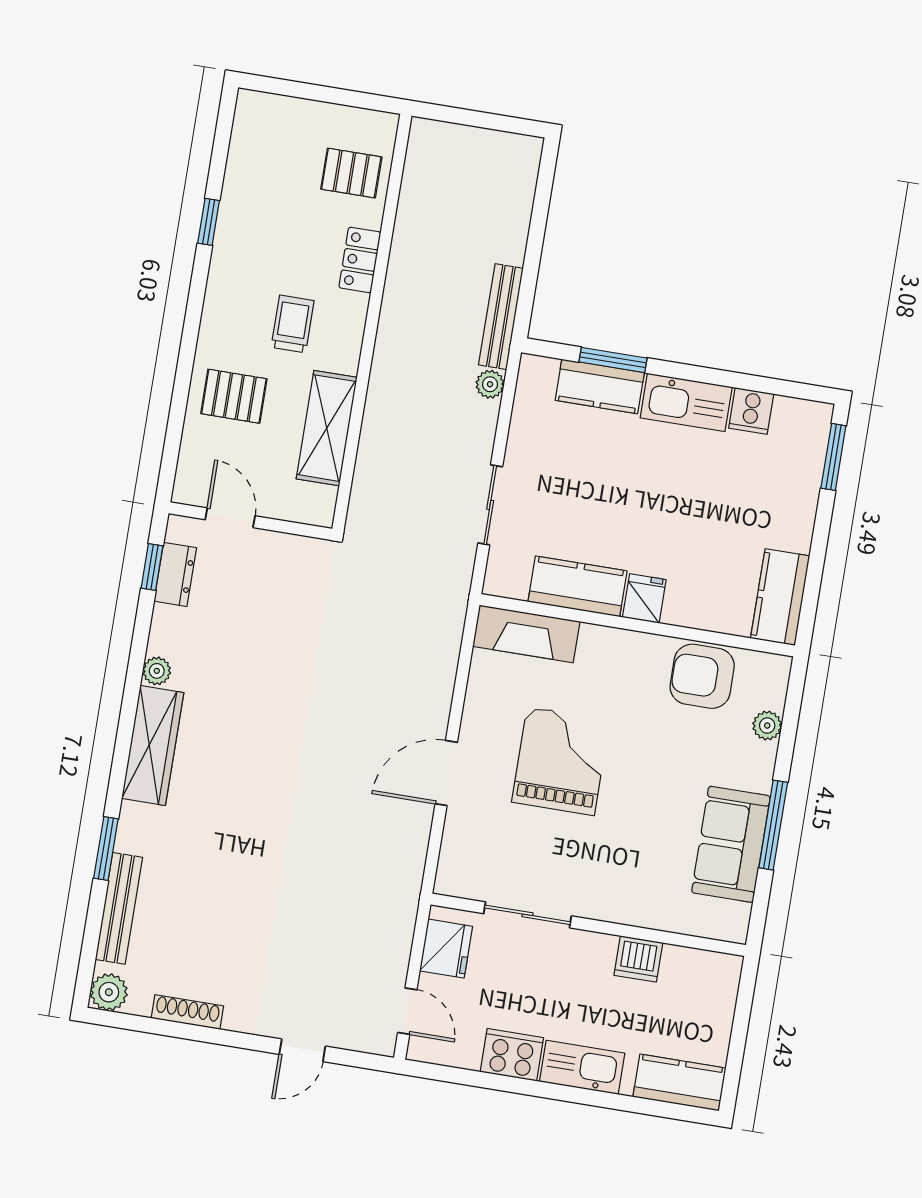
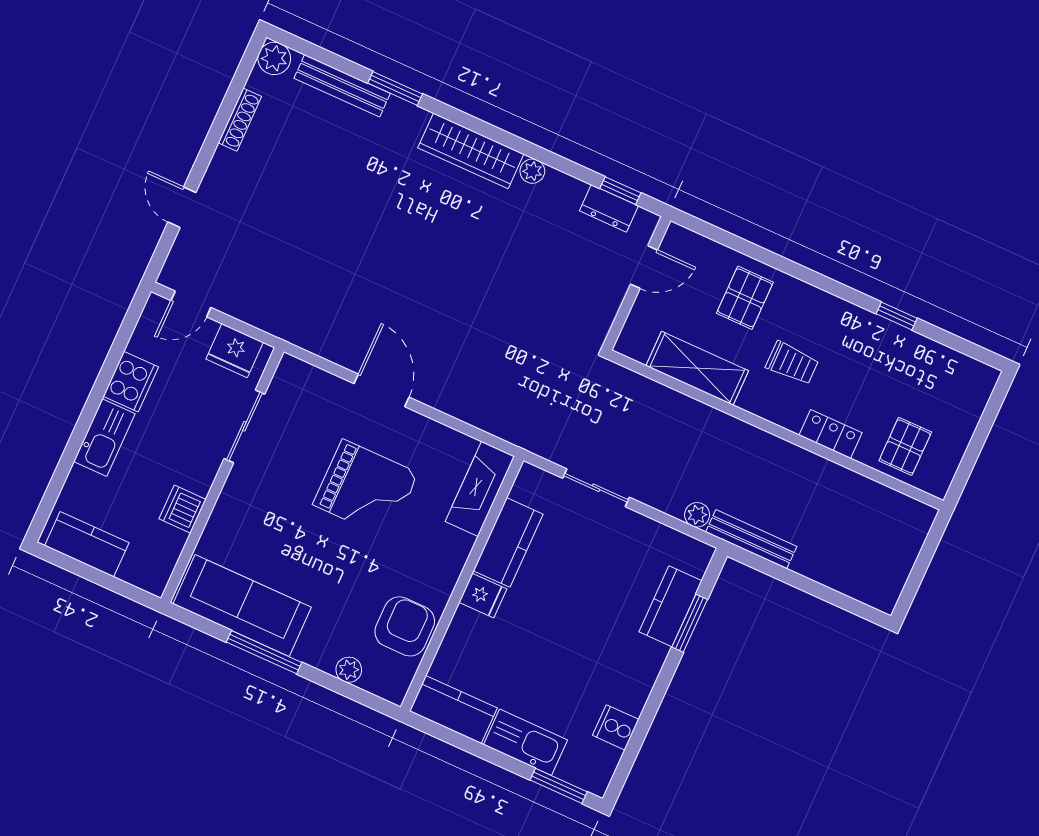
kitchen sink: (686, 402) -> (525, 742), moved, turned 90
sofa: (731, 844) -> (242, 606), width x1.36
kitchen counter: (679, 1083) -> (87, 544), moved, turned -90

